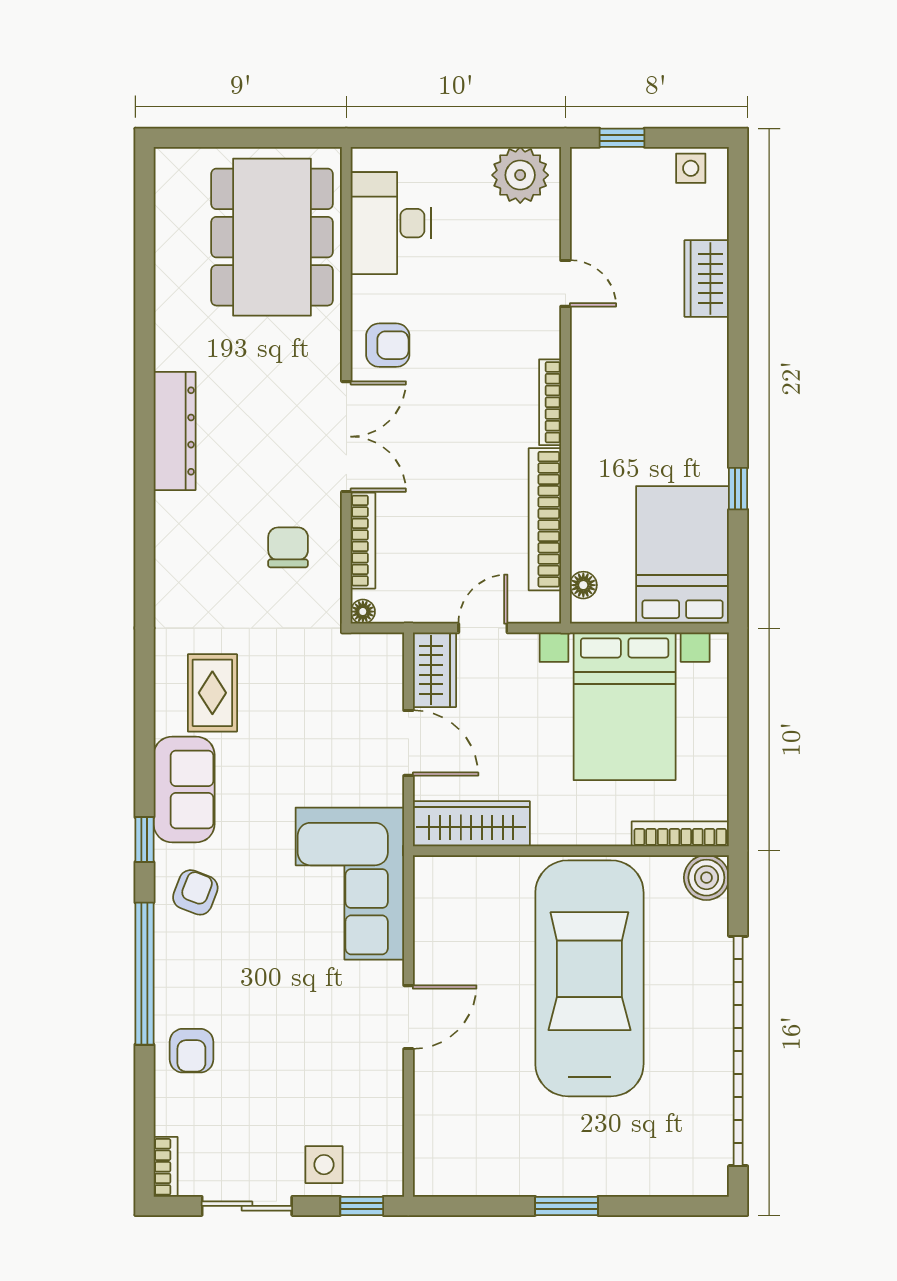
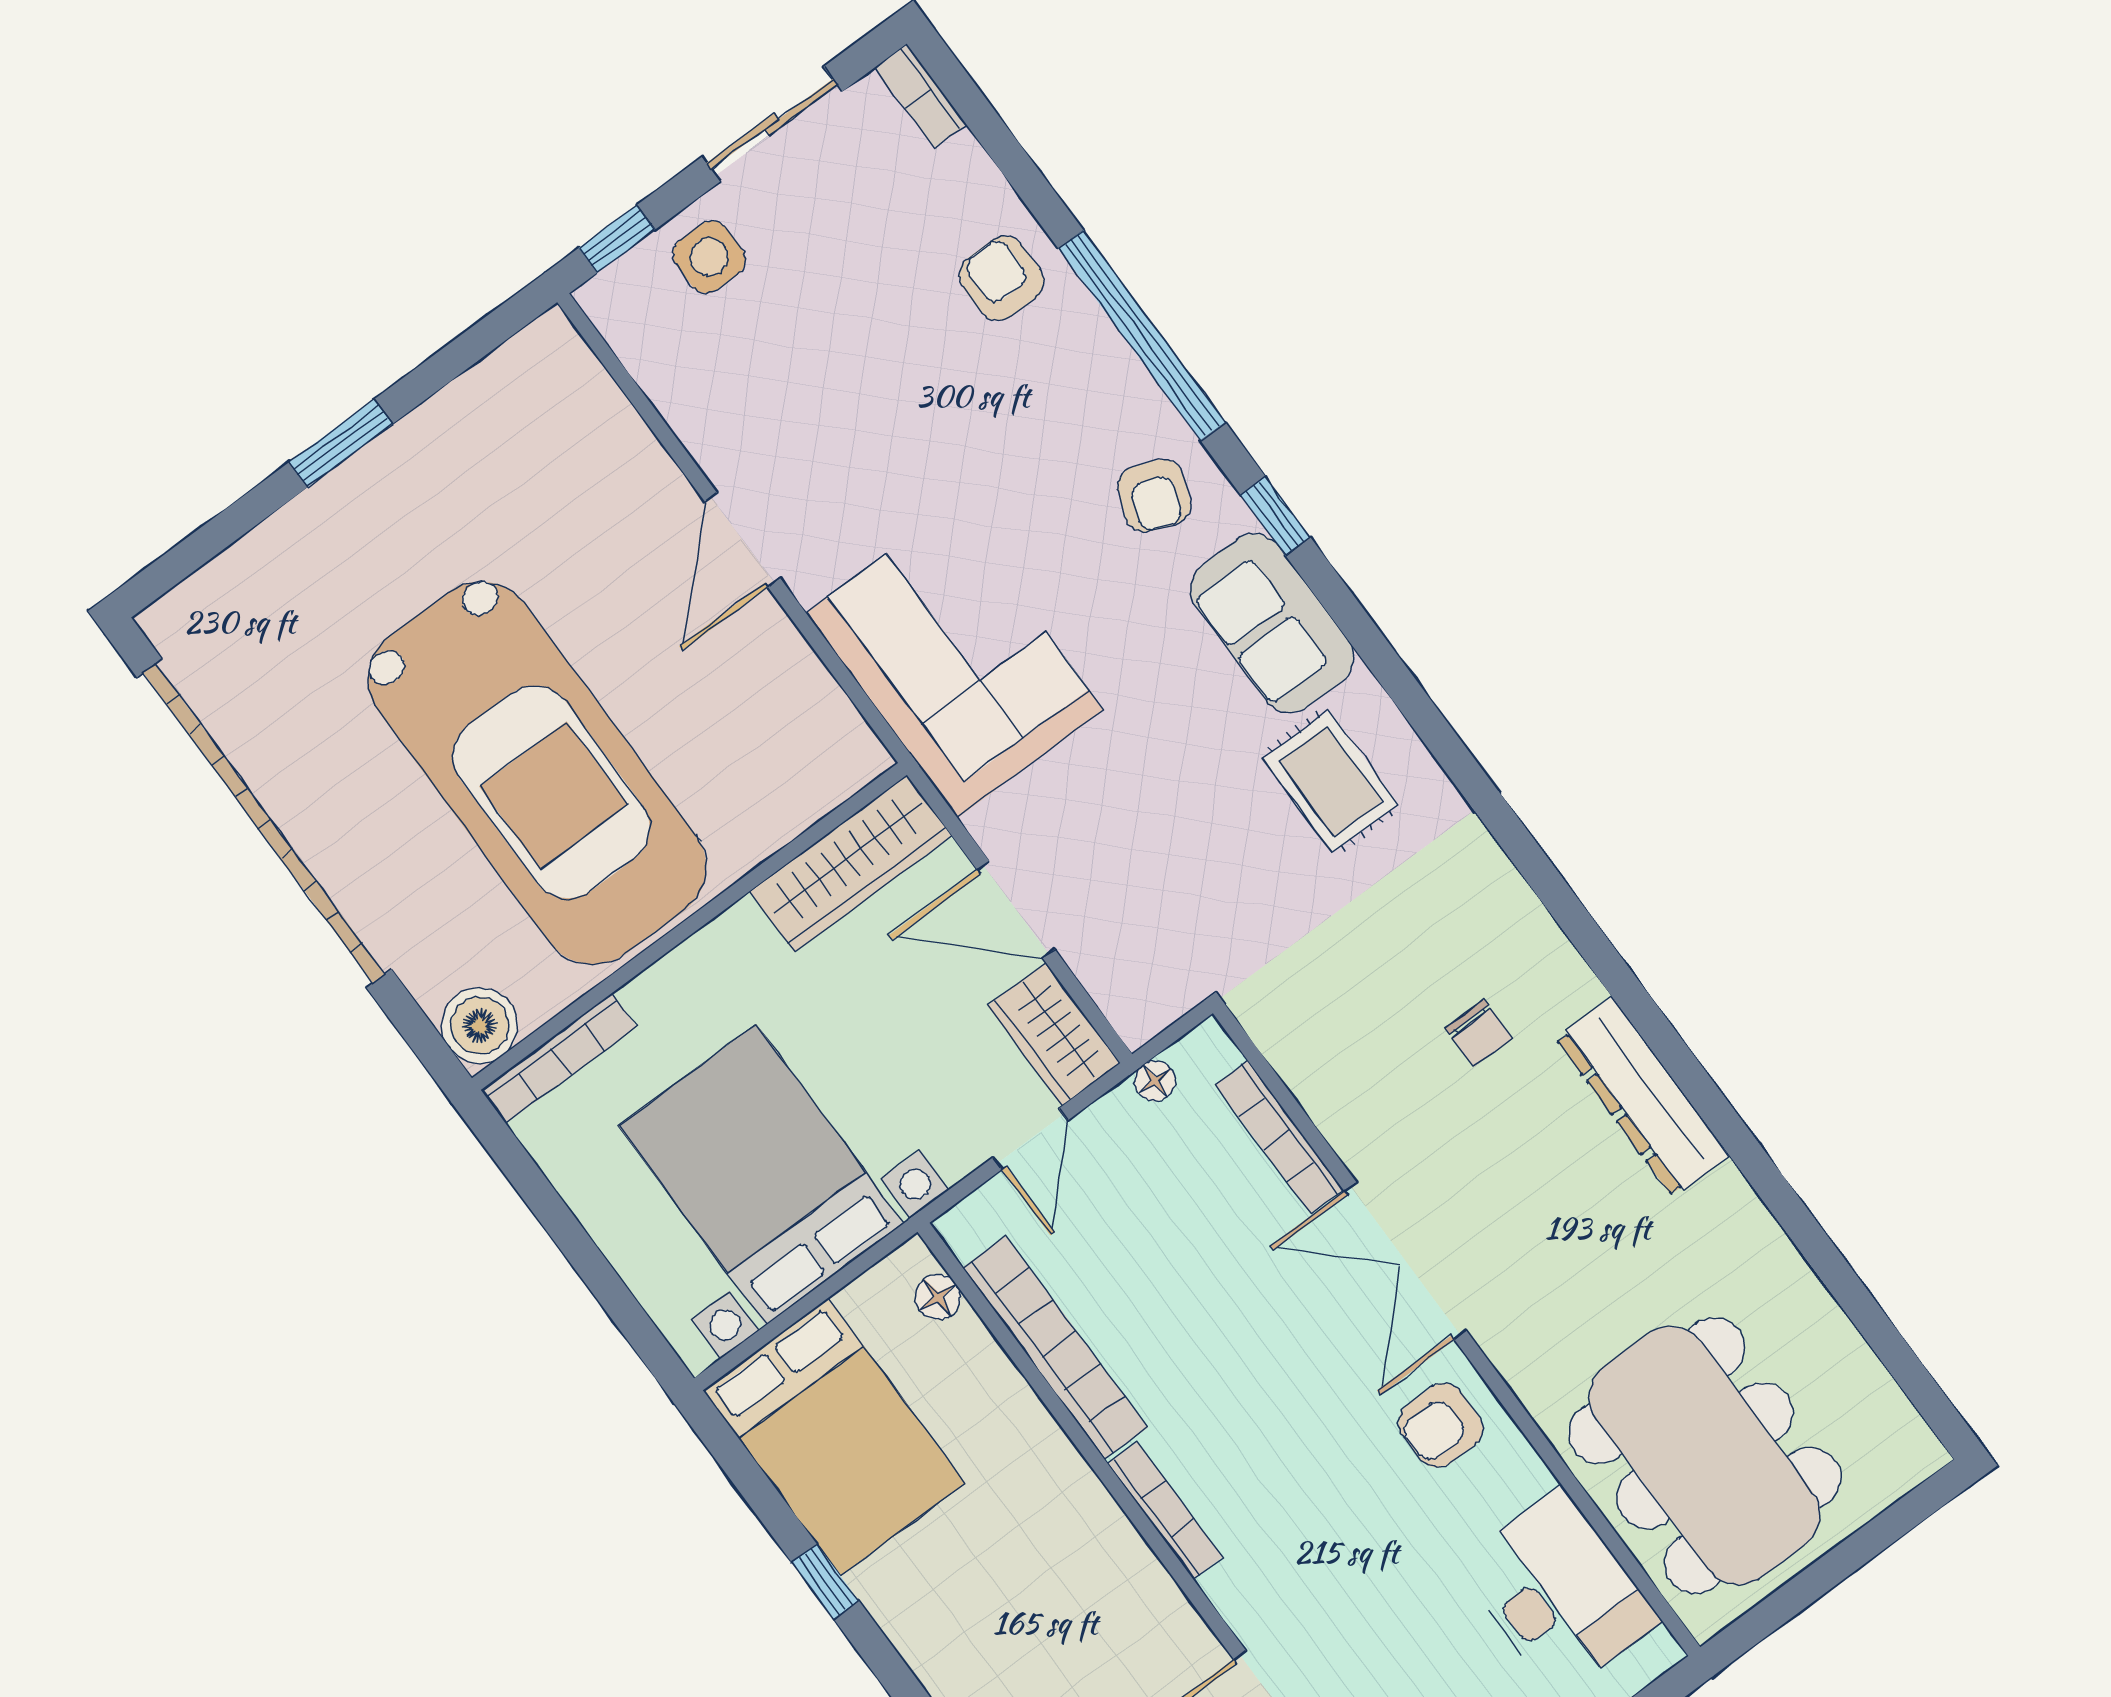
chair: (288, 547) -> (1479, 1033), moved, width x0.73, depth x0.73
floor lamp: (363, 612) -> (1155, 1081), moved

